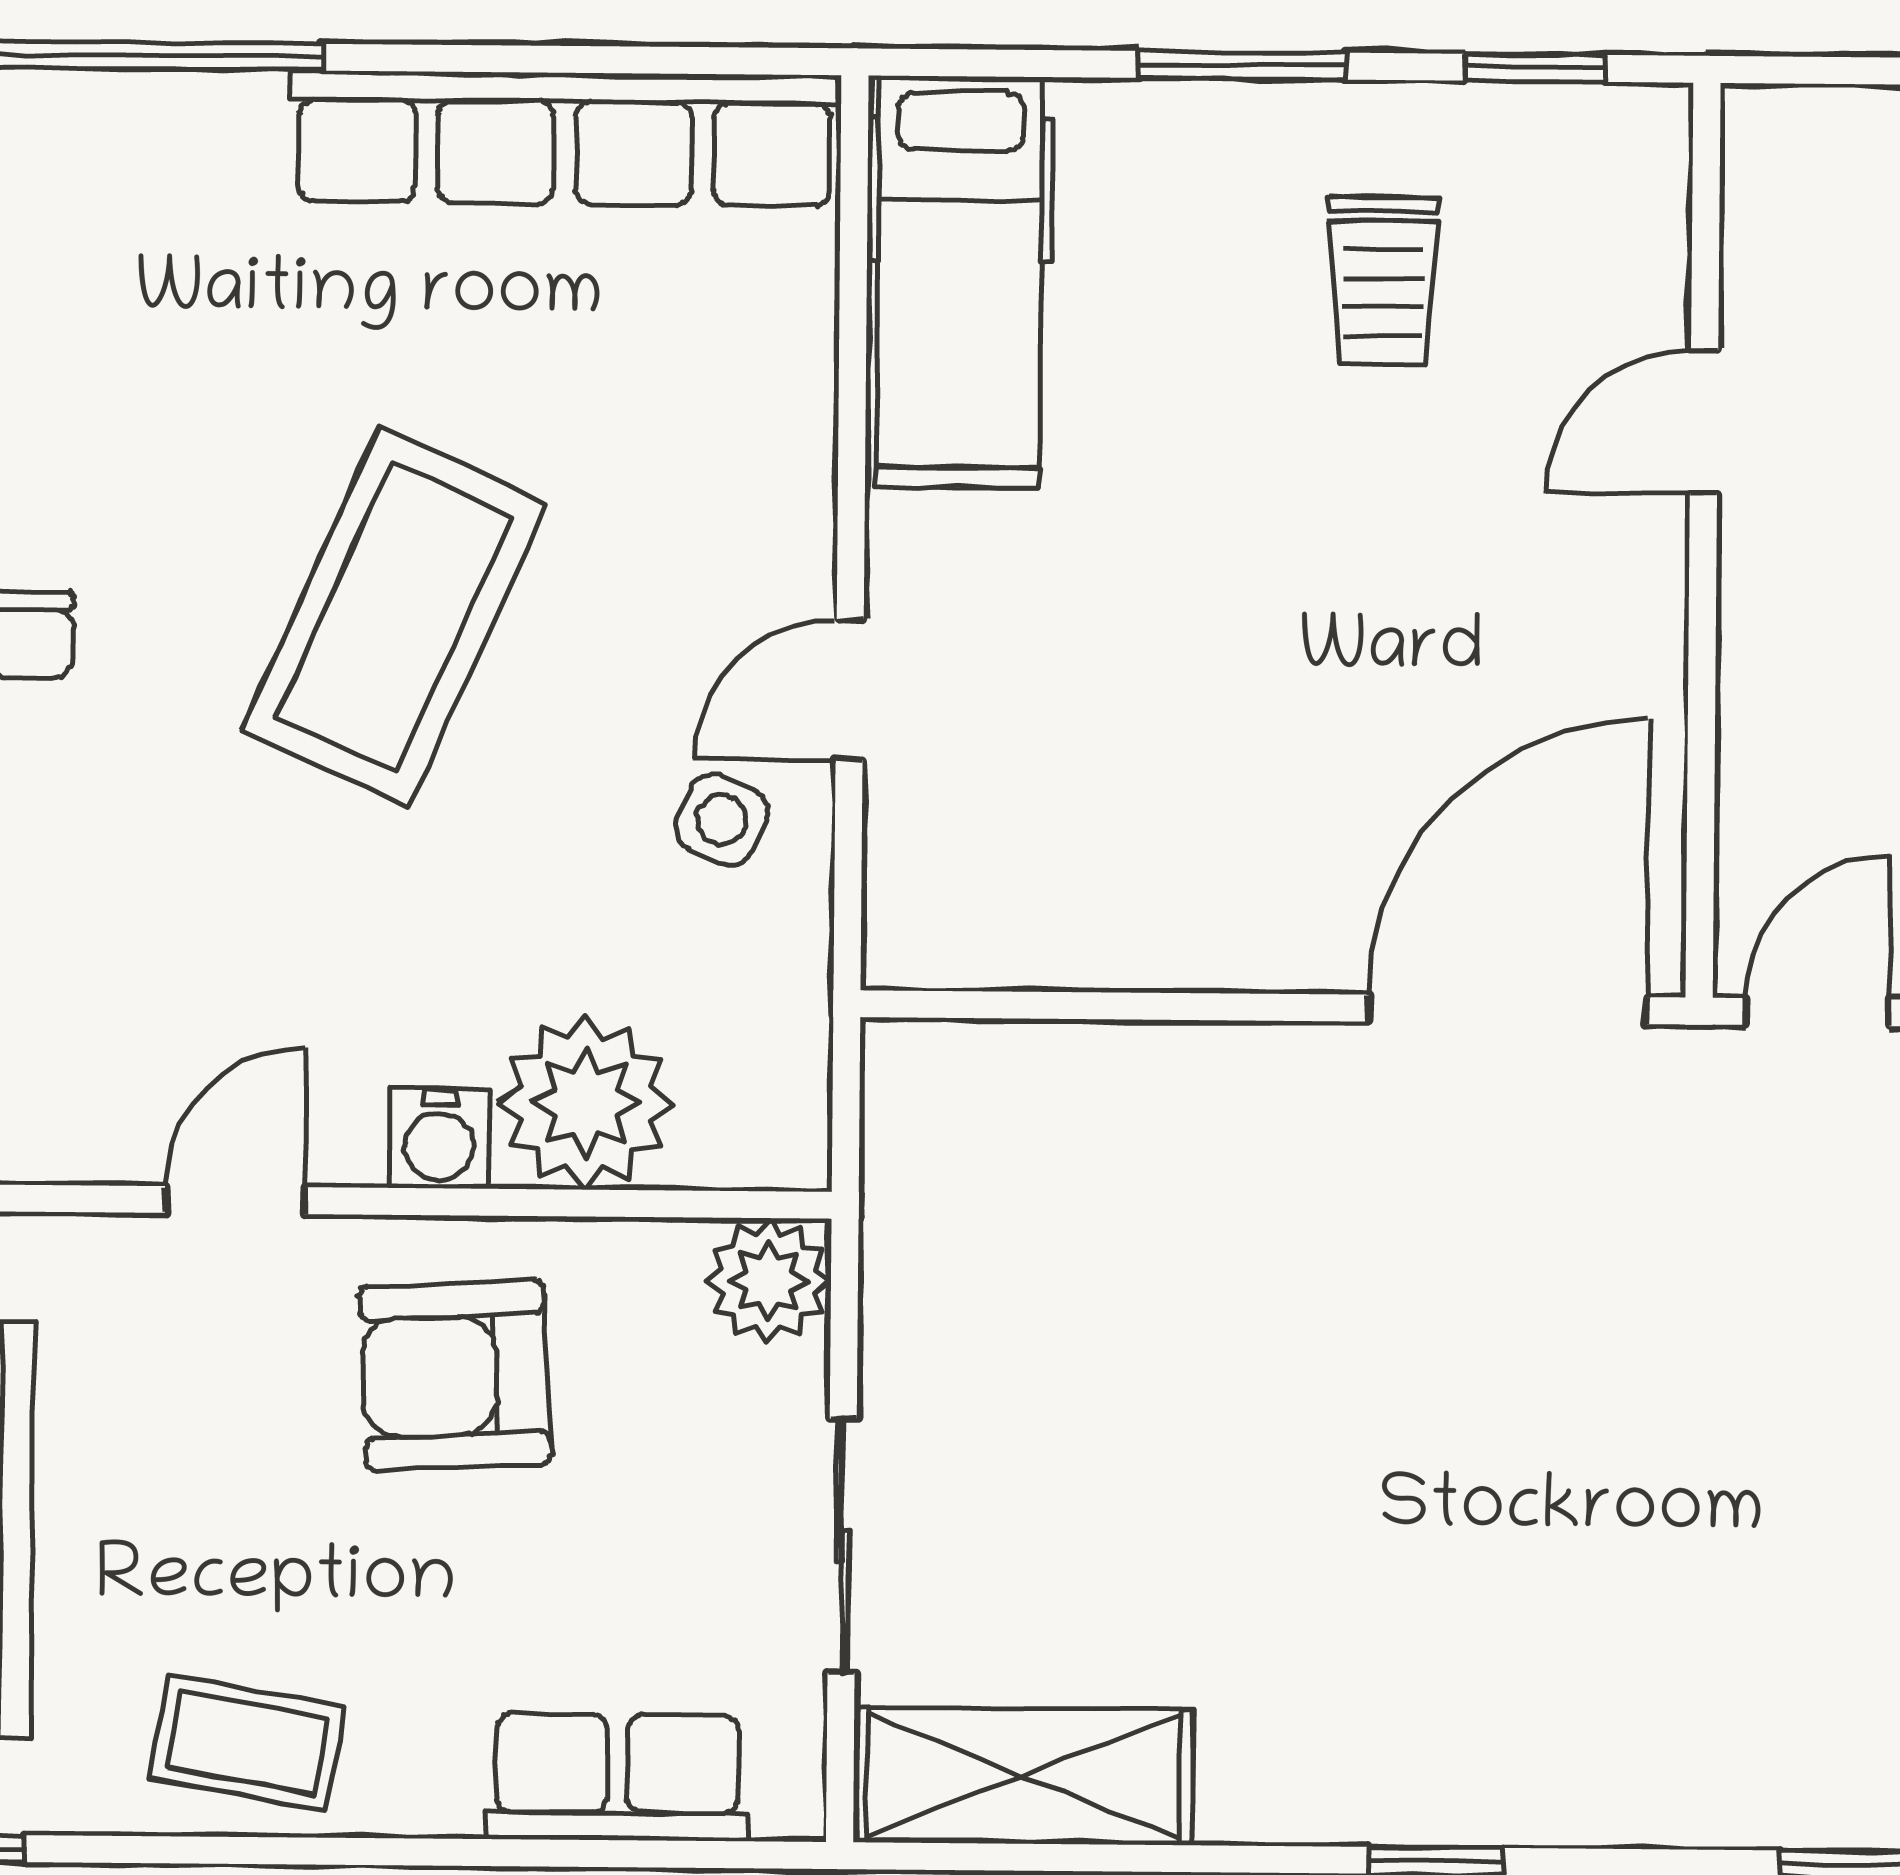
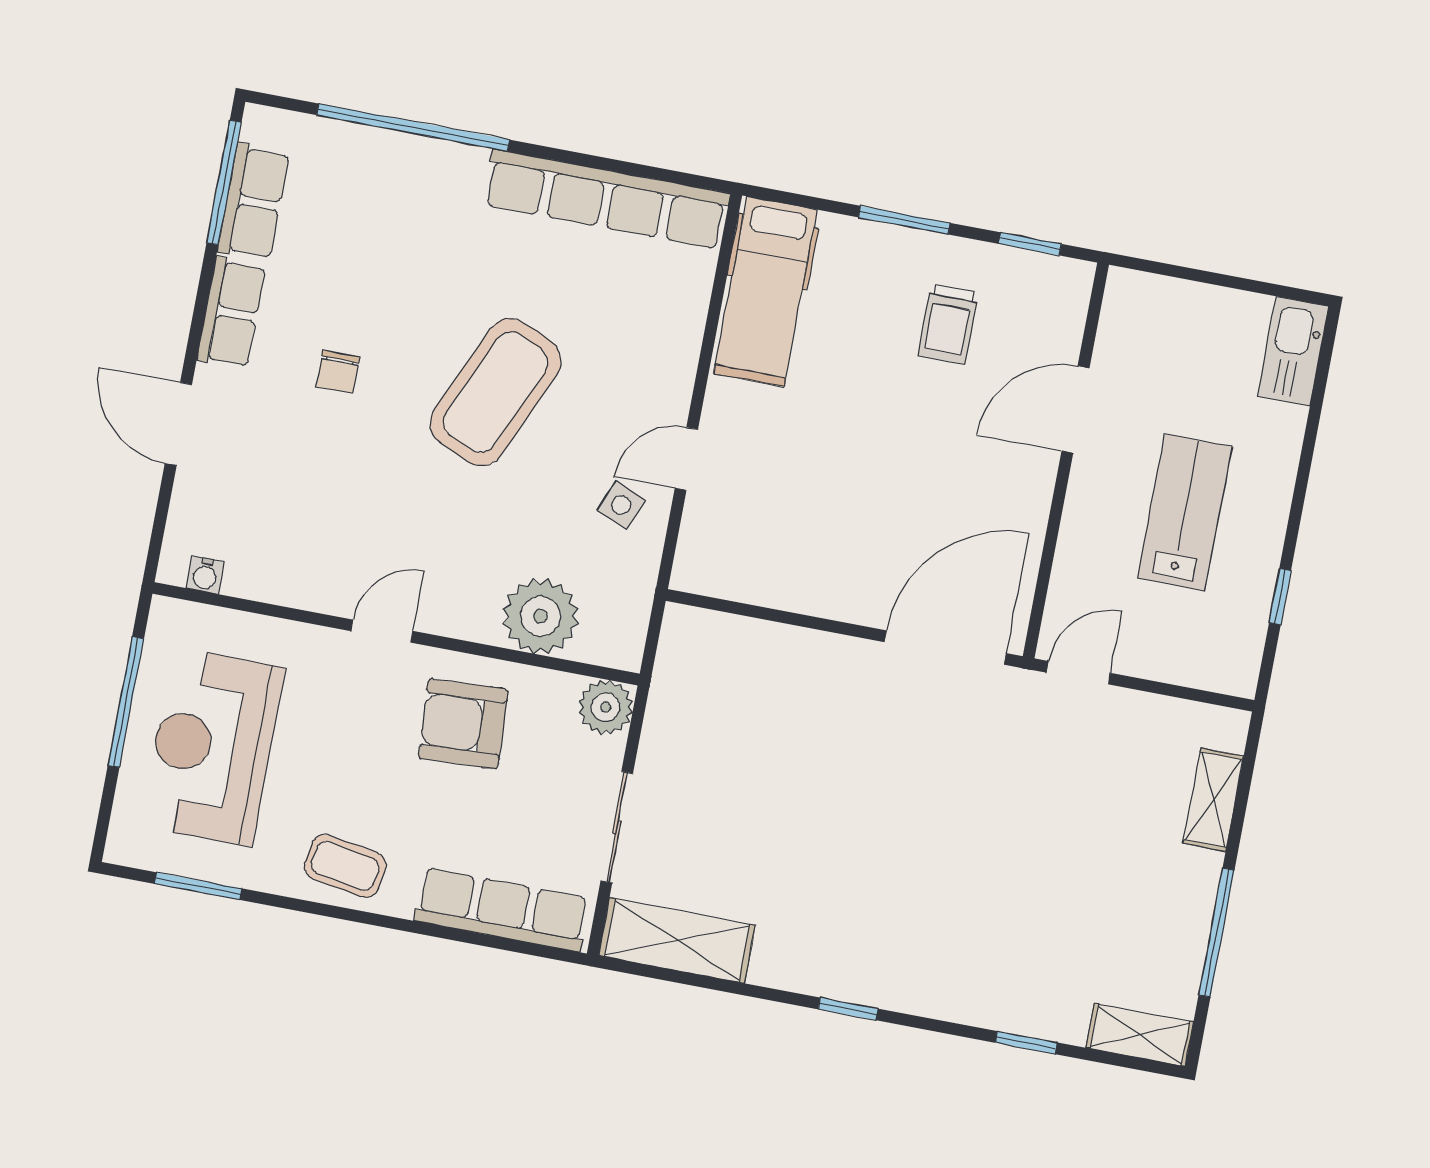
door: (1704, 422) -> (1075, 410), width x1.38
water cooler: (439, 1139) -> (475, 620), removed
row of seats: (617, 1777) -> (502, 910), width x1.48

